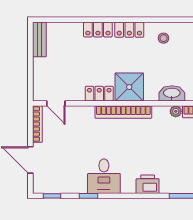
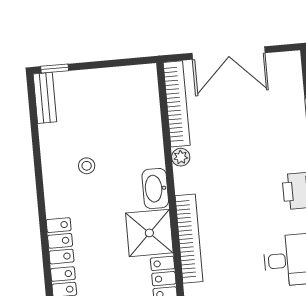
stool: (164, 38) -> (87, 166), moved
washbasin: (172, 93) -> (155, 189), moved

